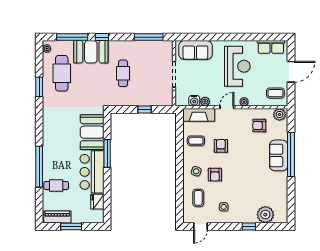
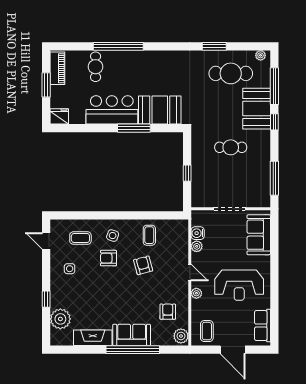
fireplace: (199, 115) -> (93, 338), moved, turned 90
armchair: (221, 146) -> (143, 265), turned -105
fridge: (97, 202) -> (59, 116), moved

